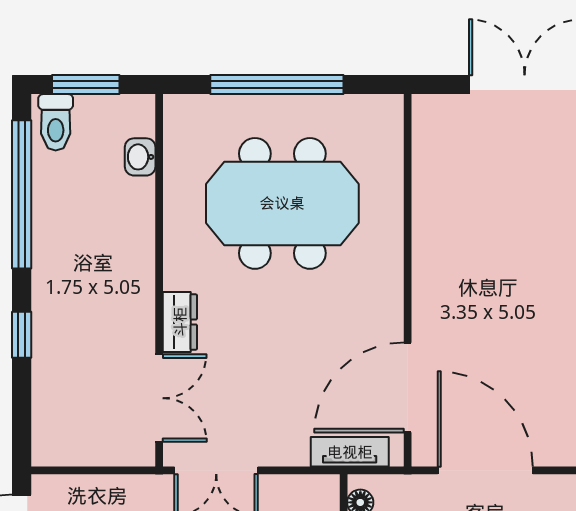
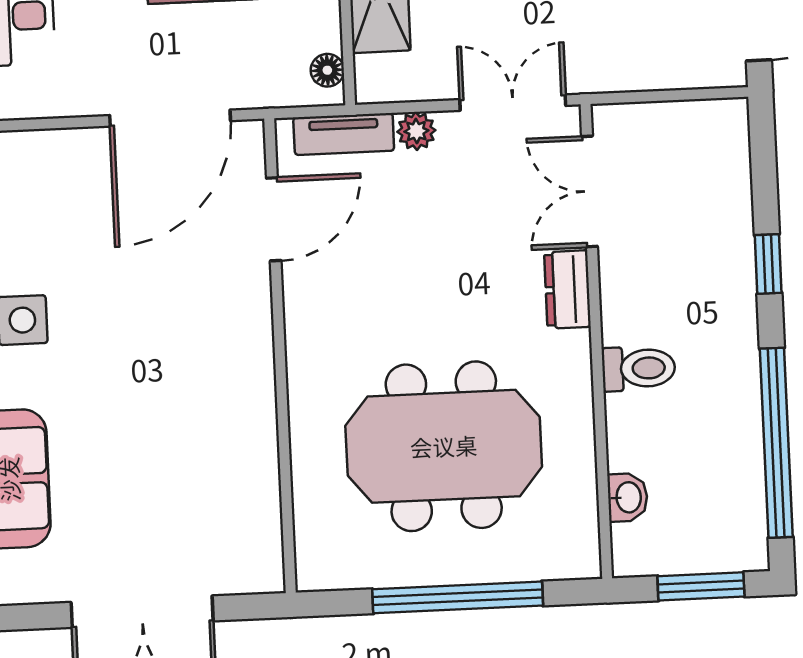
toilet: (56, 122) -> (639, 368), moved, turned 90
door: (408, 387) -> (274, 219), width x0.73
plant: (293, 452) -> (416, 131), added
door: (485, 470) -> (170, 118), hinge flipped

